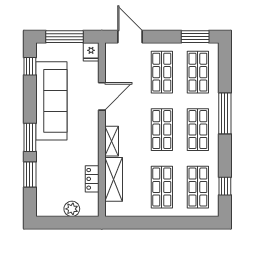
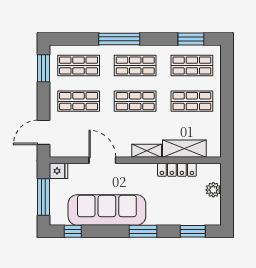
window: (30, 174) -> (193, 231), moved
locker: (92, 179) -> (177, 170), width x1.53
window: (225, 186) -> (191, 39), width x1.50

